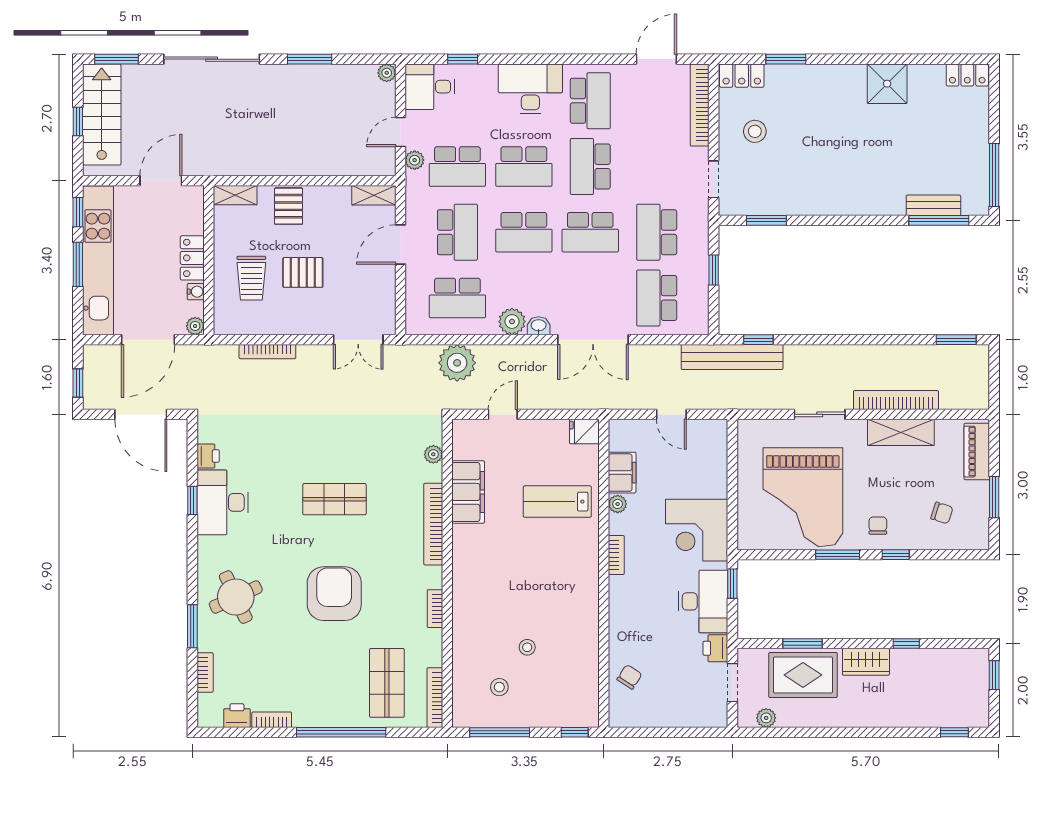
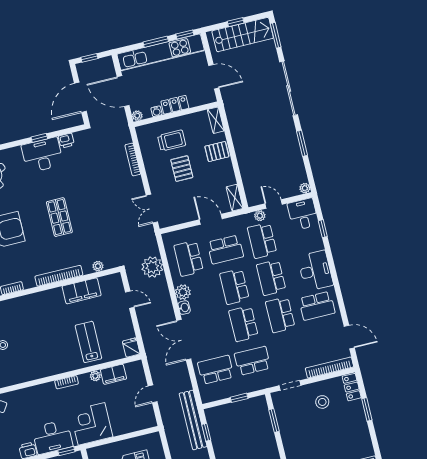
school desk: (590, 166) -> (280, 315), turned -90
trolley: (251, 278) -> (172, 140), turned 180

